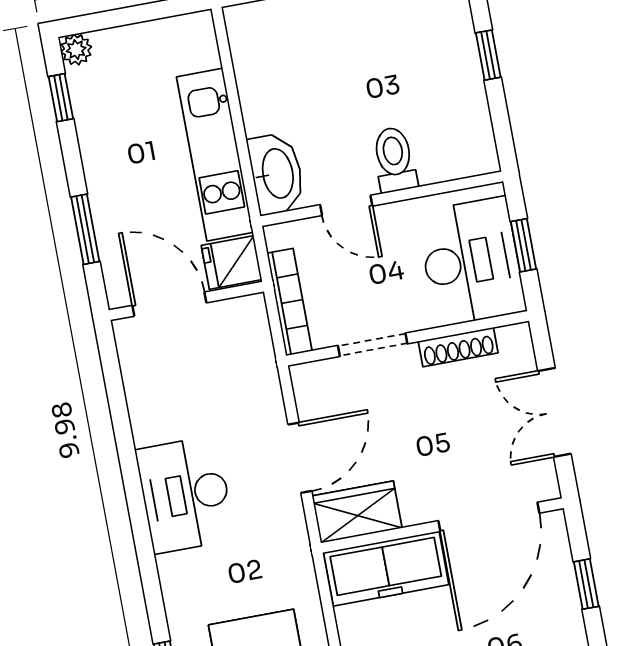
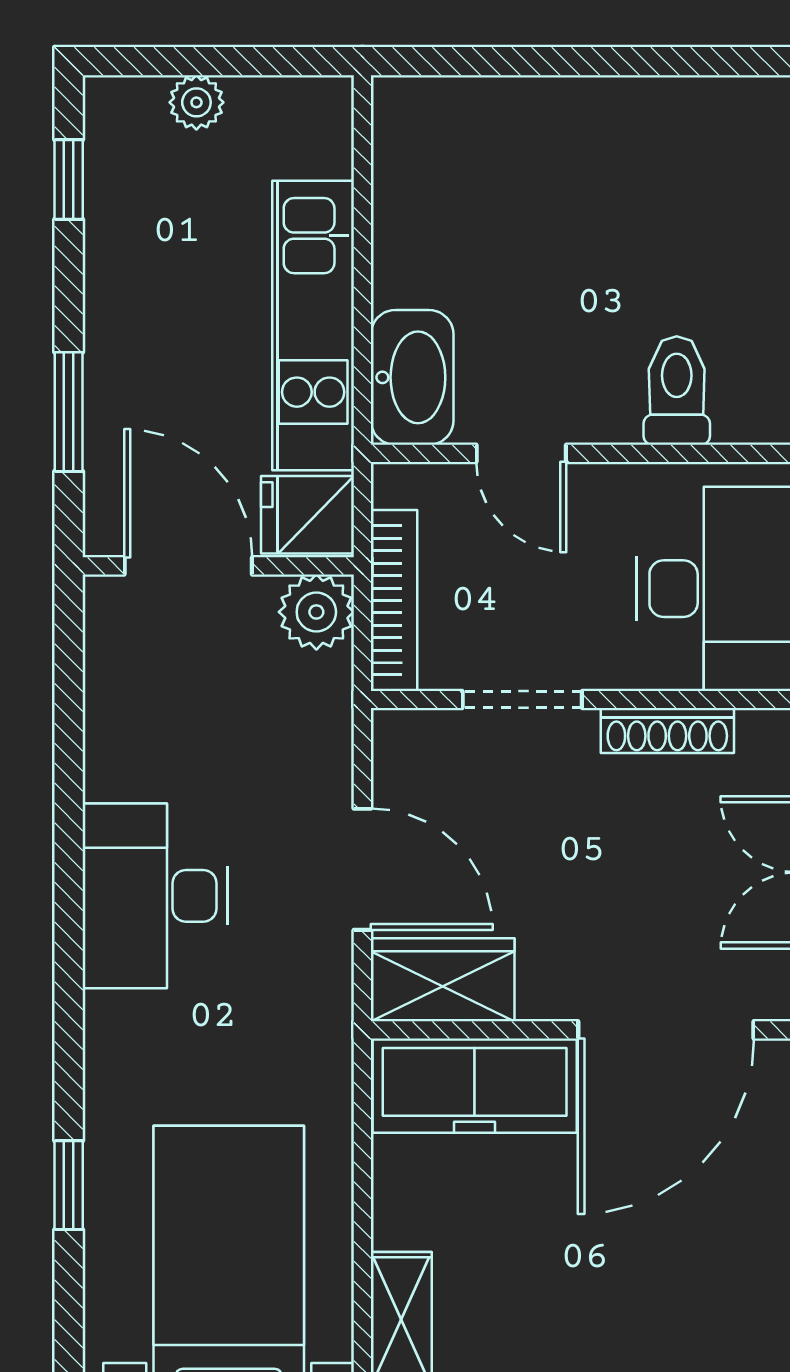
plant: (76, 50) -> (196, 102), moved
toilet: (394, 160) -> (677, 391), moved
plant: (247, 317) -> (316, 612), added
door: (300, 458) -> (362, 869), hinge flipped

